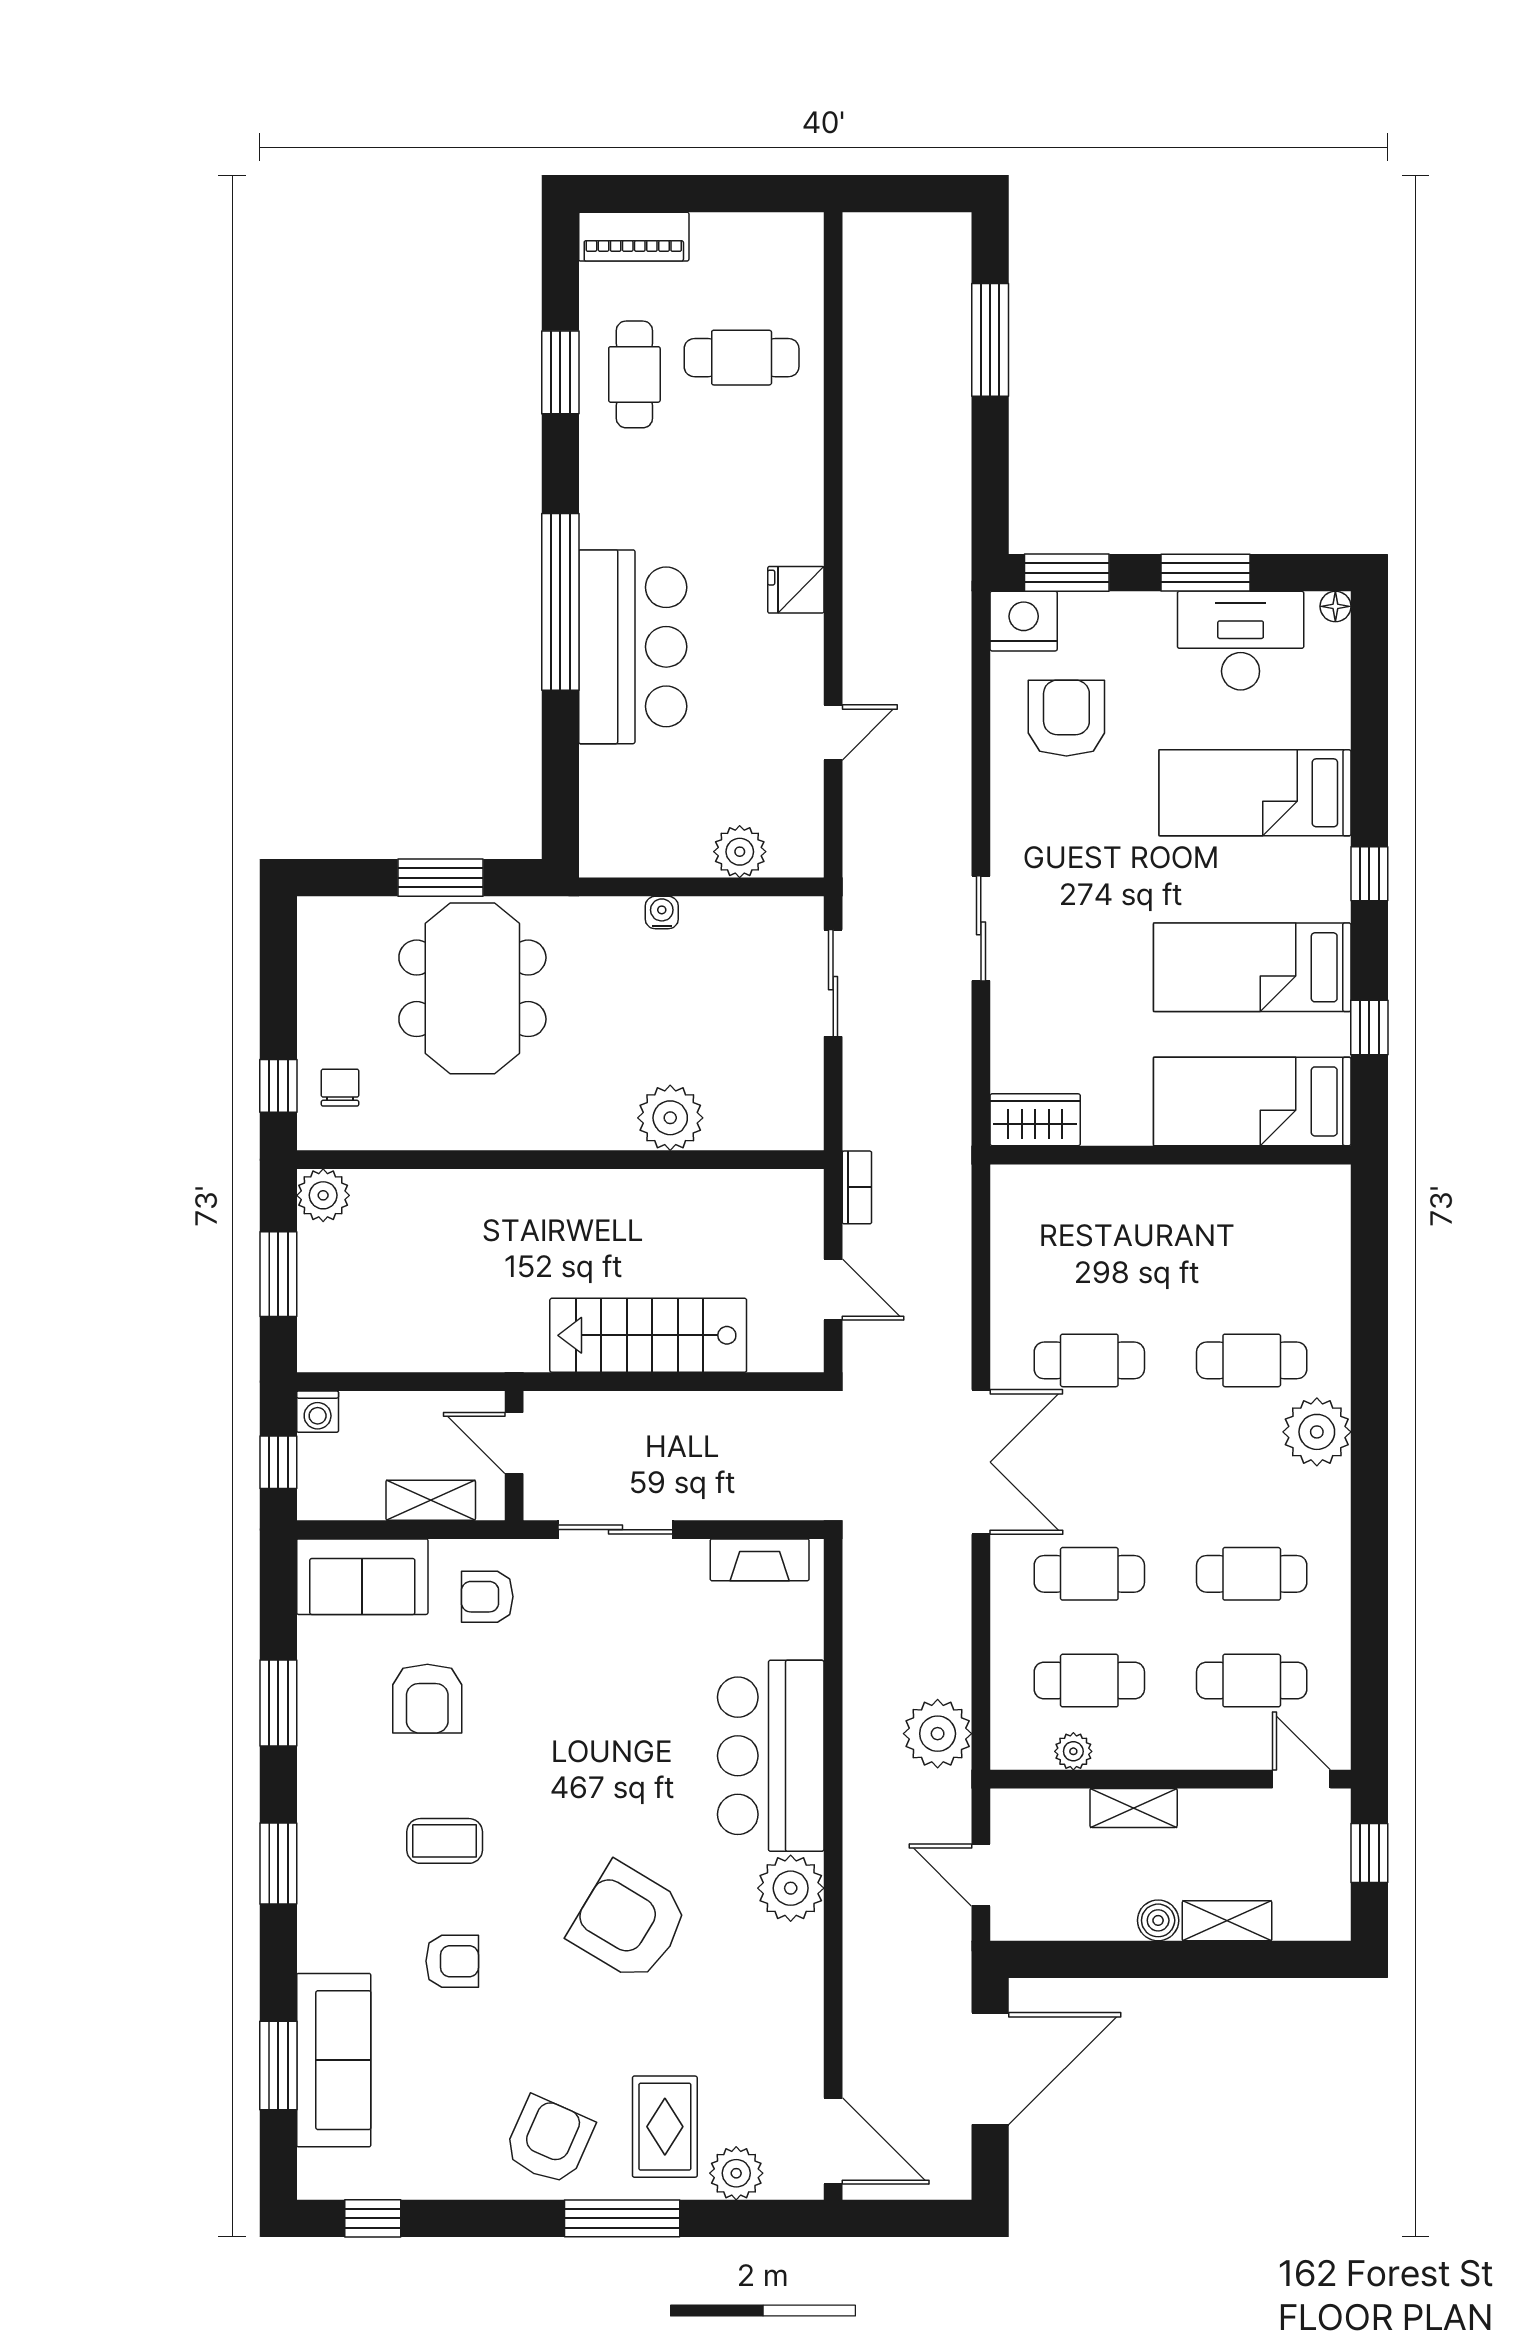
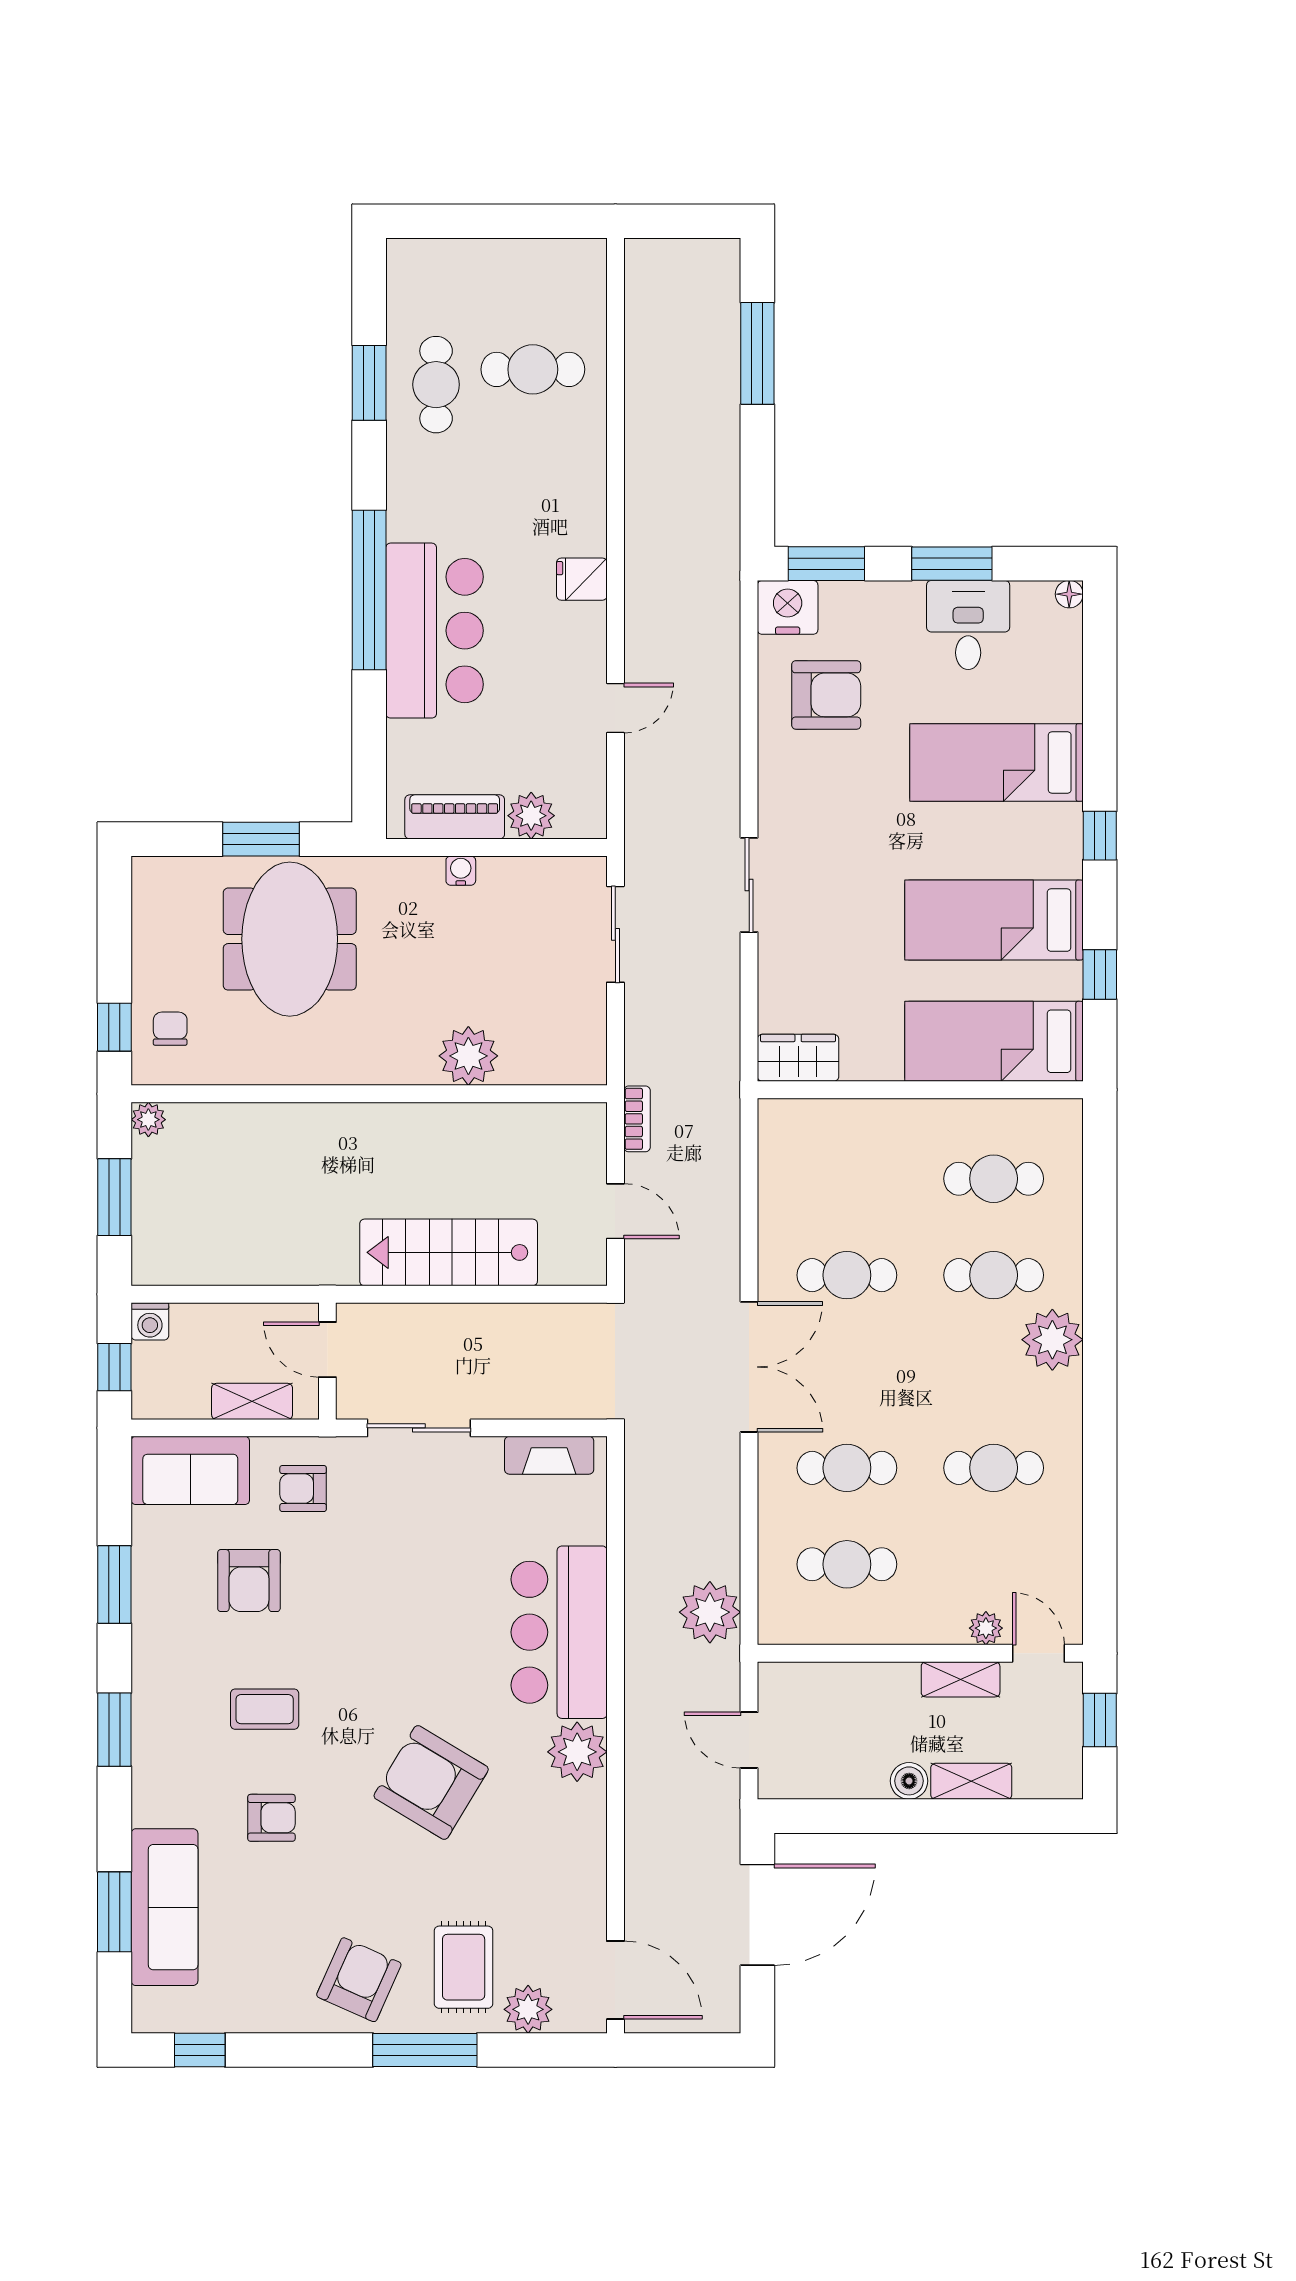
piano: (634, 237) -> (455, 817), moved, turned 180
desk: (1241, 641) -> (968, 625), width x0.73
armchair: (1066, 718) -> (826, 695), turned 90
plant: (323, 1195) -> (148, 1120), width x0.73, depth x0.73
cafe table: (1252, 1681) -> (994, 1179), moved
plant: (1073, 1751) -> (986, 1628), moved
shelving: (1134, 1808) -> (961, 1679), moved

